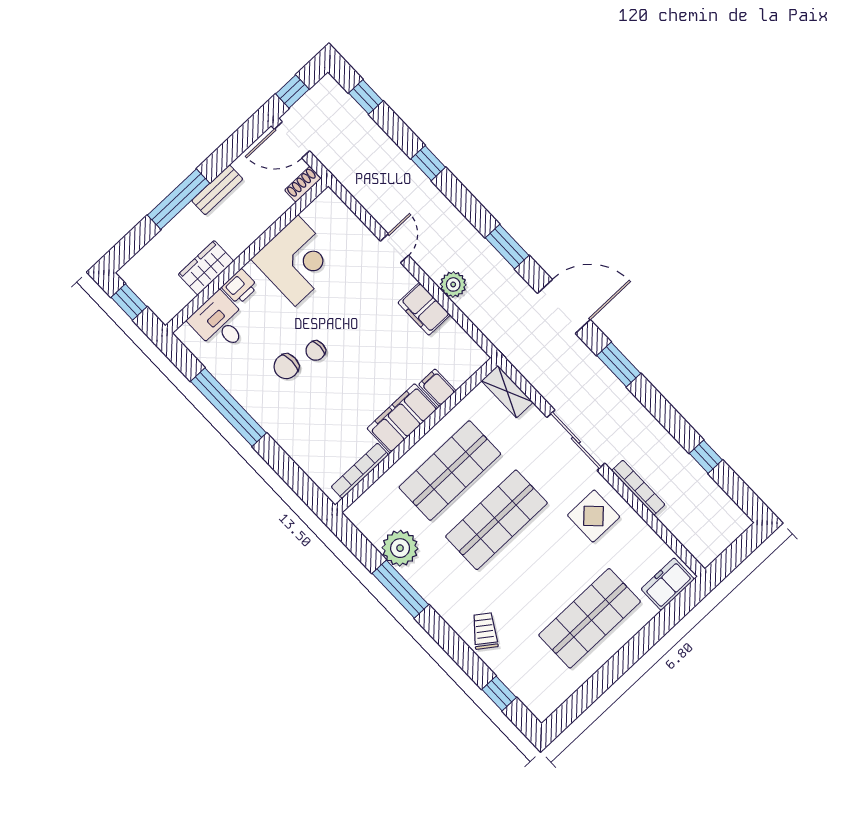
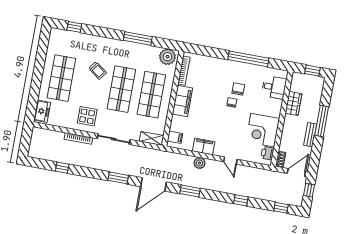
printer: (240, 287) -> (268, 153), moved
filing cabinet: (437, 388) -> (175, 137), moved
plant: (400, 548) -> (167, 57), moved
trolley: (485, 631) -> (98, 70), moved

